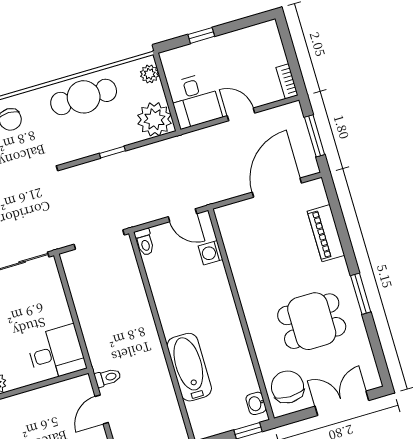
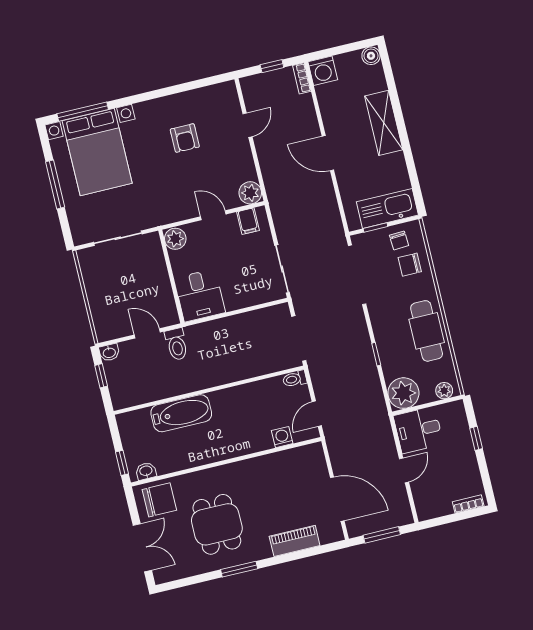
bookcase: (287, 81) -> (468, 504), moved
toilet: (108, 378) -> (176, 344), width x1.37, depth x1.39

